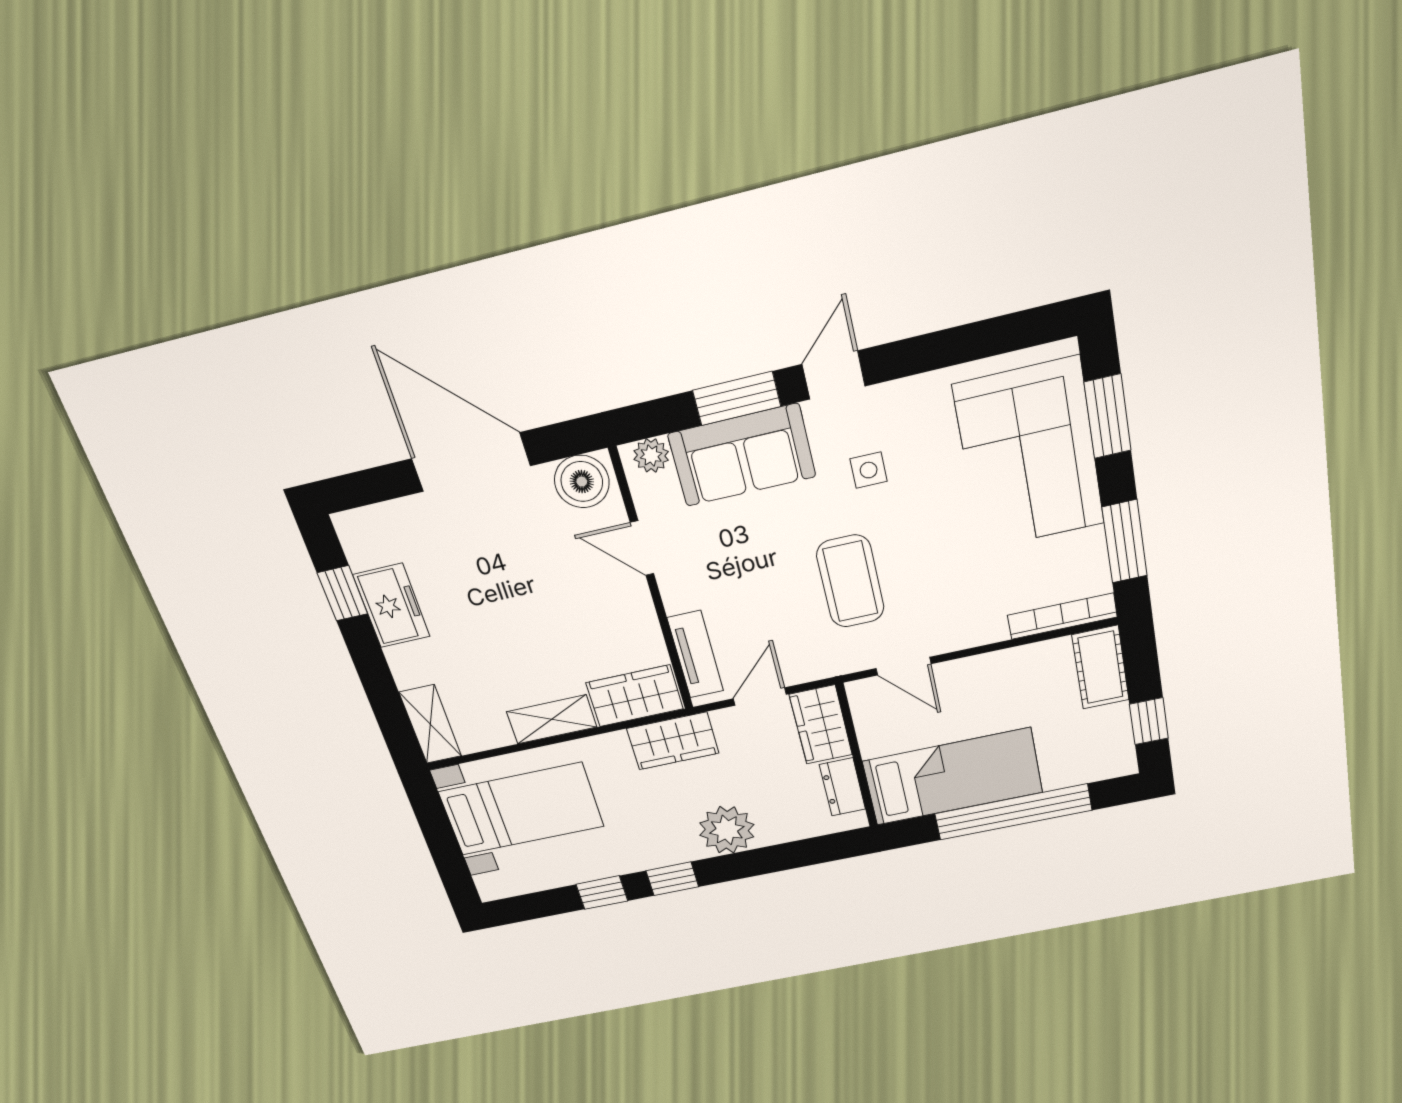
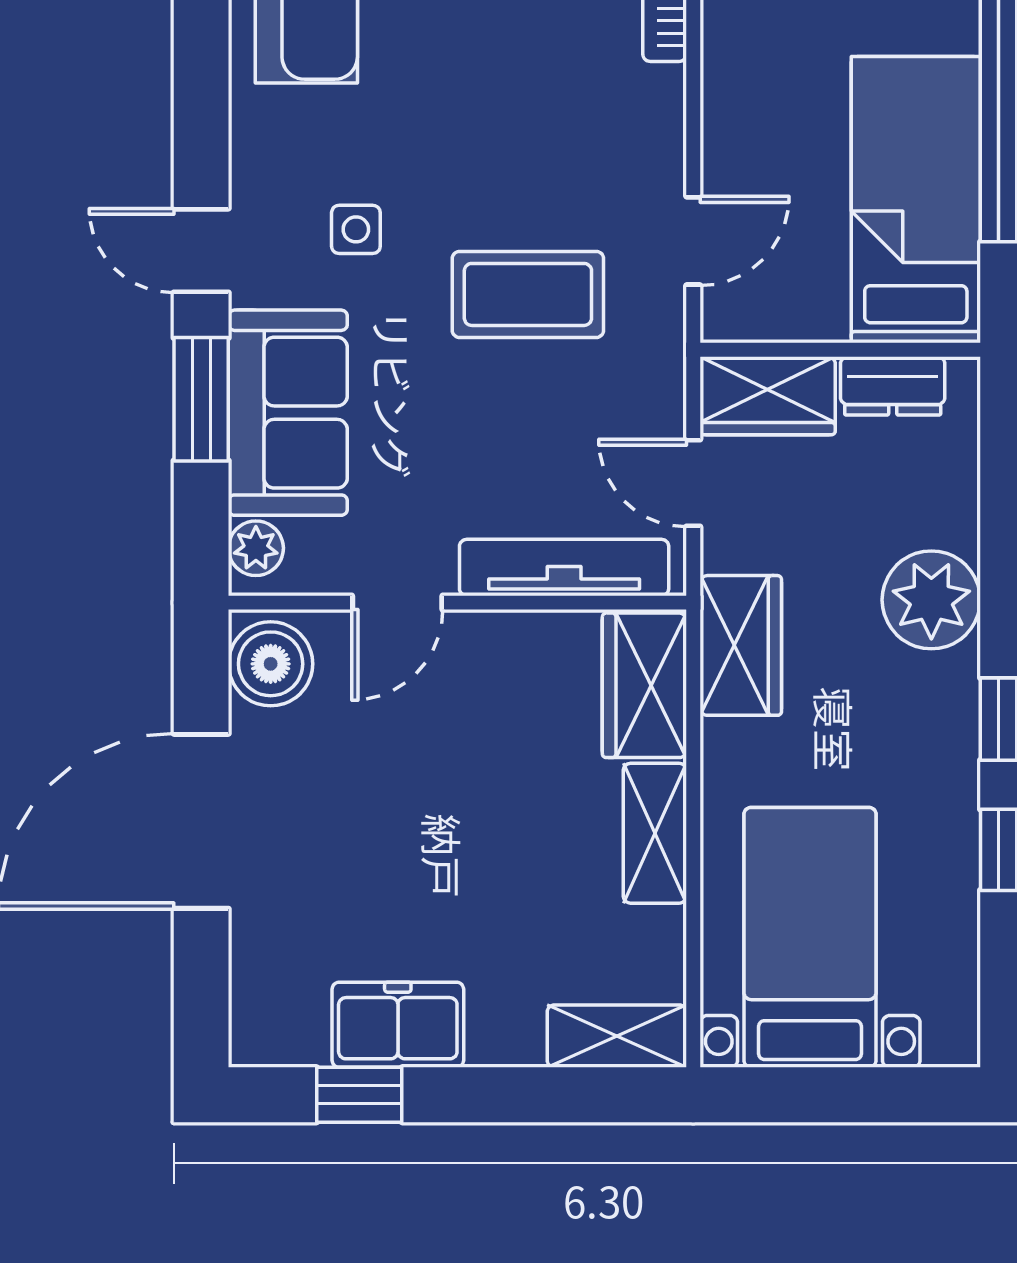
tv unit: (695, 654) -> (564, 567), width x1.41

